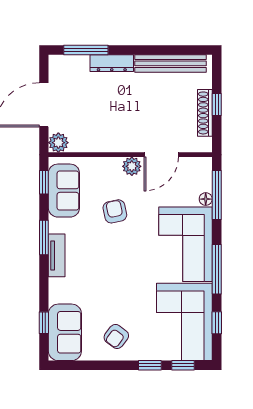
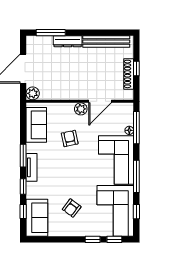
window: (44, 182) -> (23, 186), moved
armchair: (116, 336) -> (72, 208), moved

